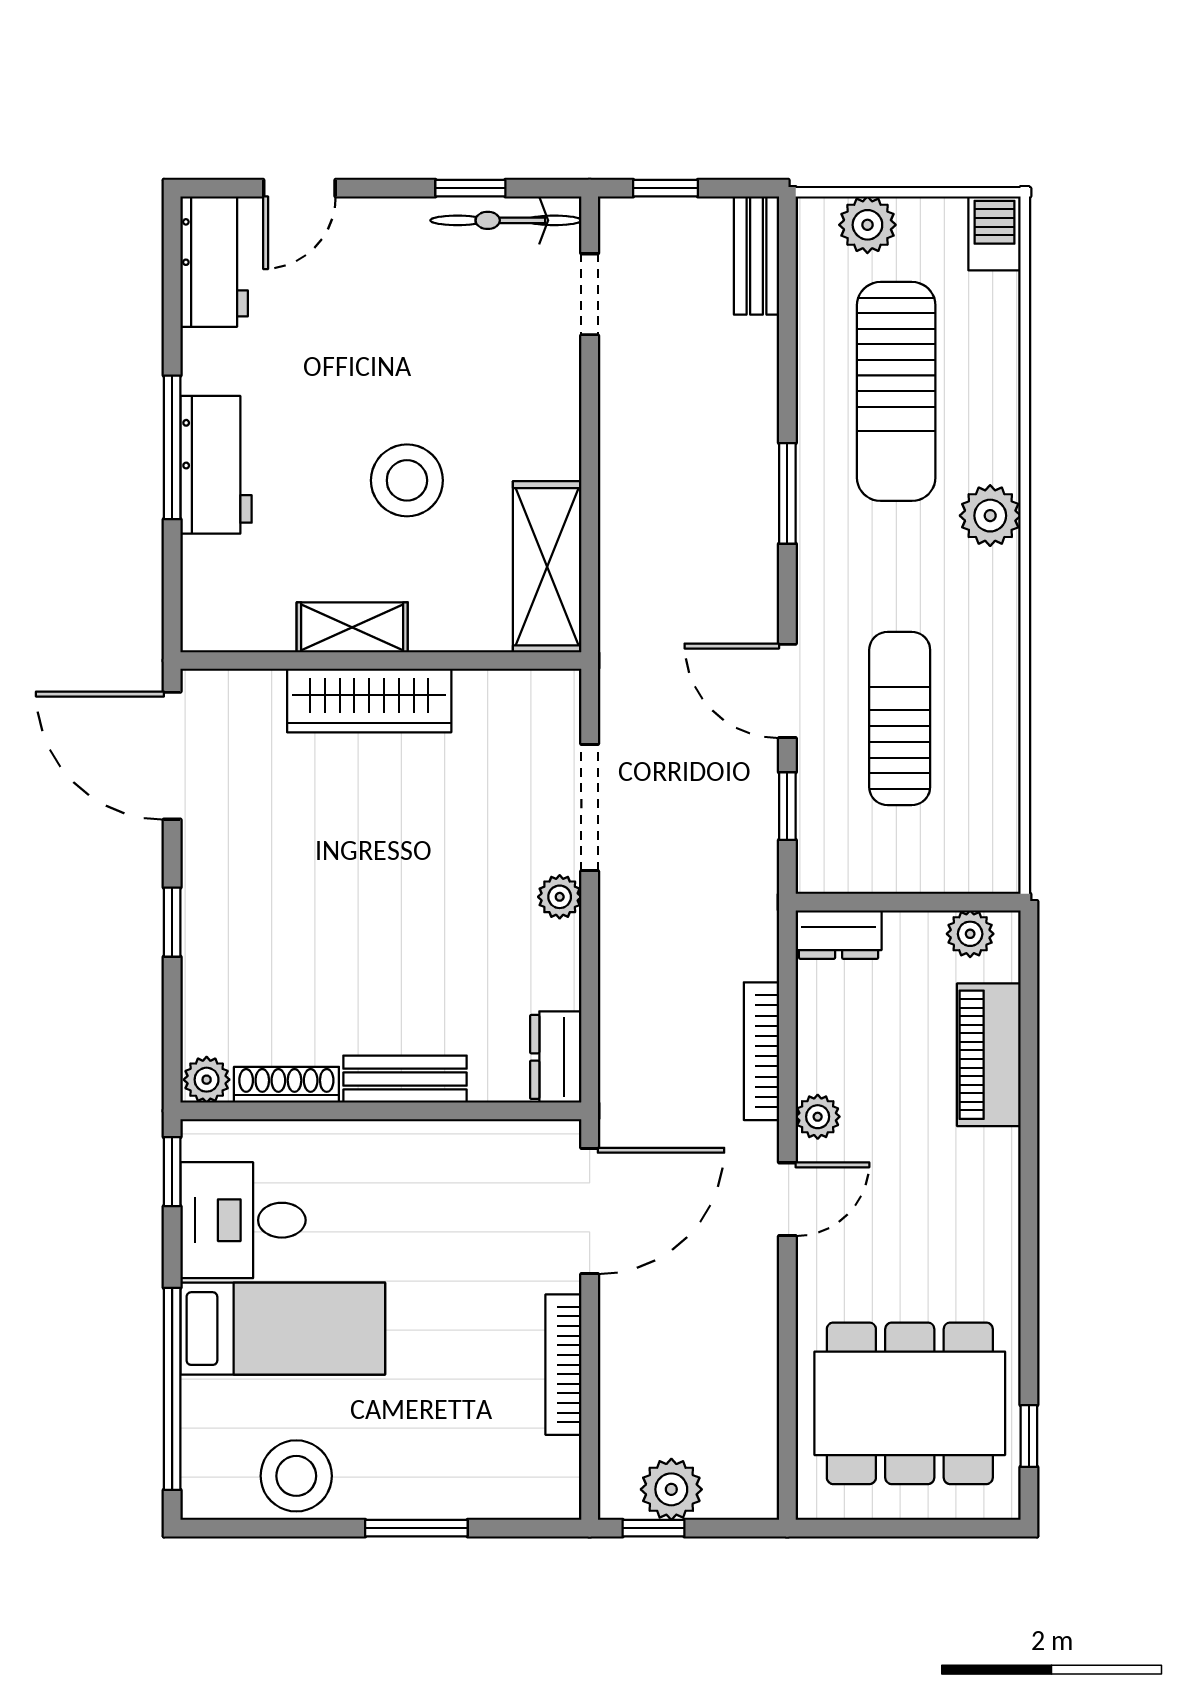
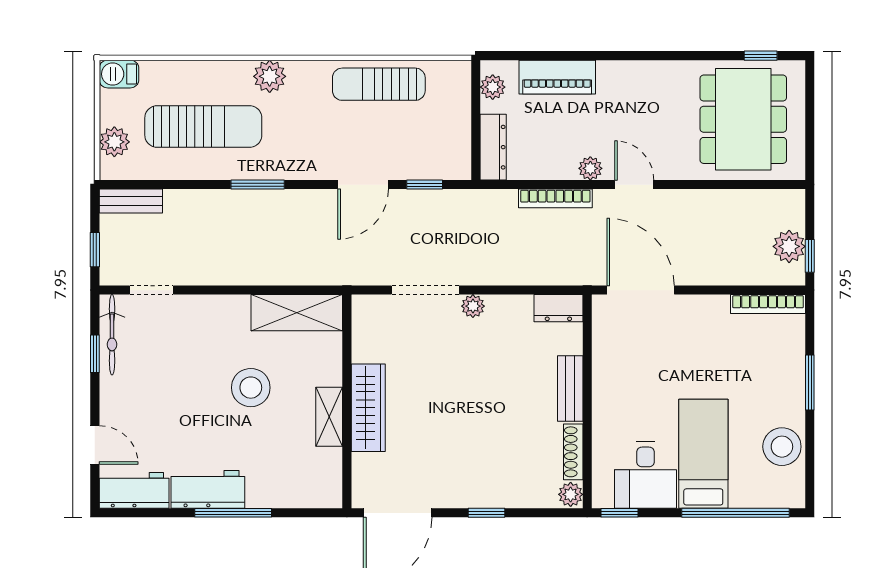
workbench: (216, 465) -> (208, 489), moved
sun lounger: (900, 718) -> (379, 84), moved
dresser: (839, 935) -> (493, 147), width x1.44
bookcase: (563, 1365) -> (768, 304), moved

